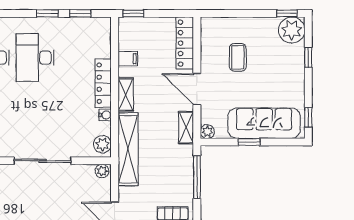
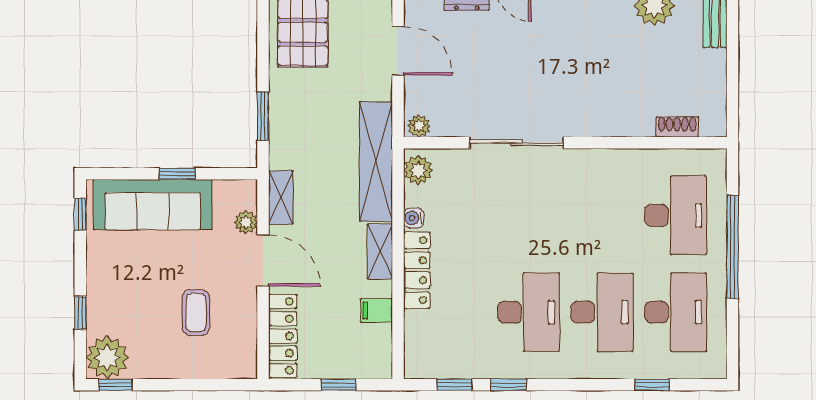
window: (133, 13) -> (338, 385), moved
plant: (207, 132) -> (246, 222), moved
window: (197, 177) -> (263, 116), width x0.69

